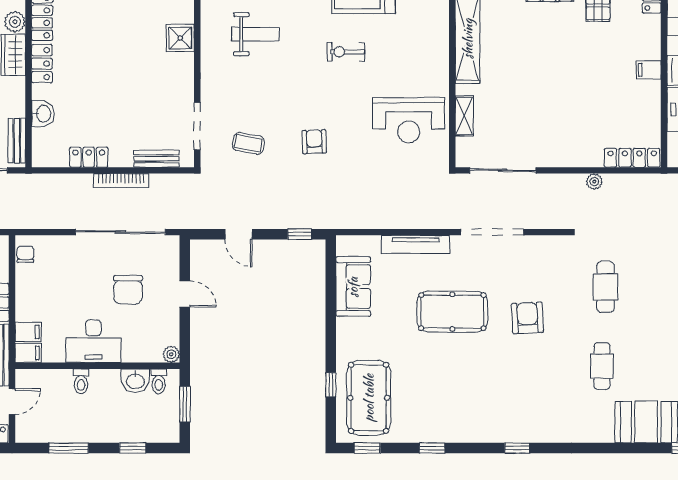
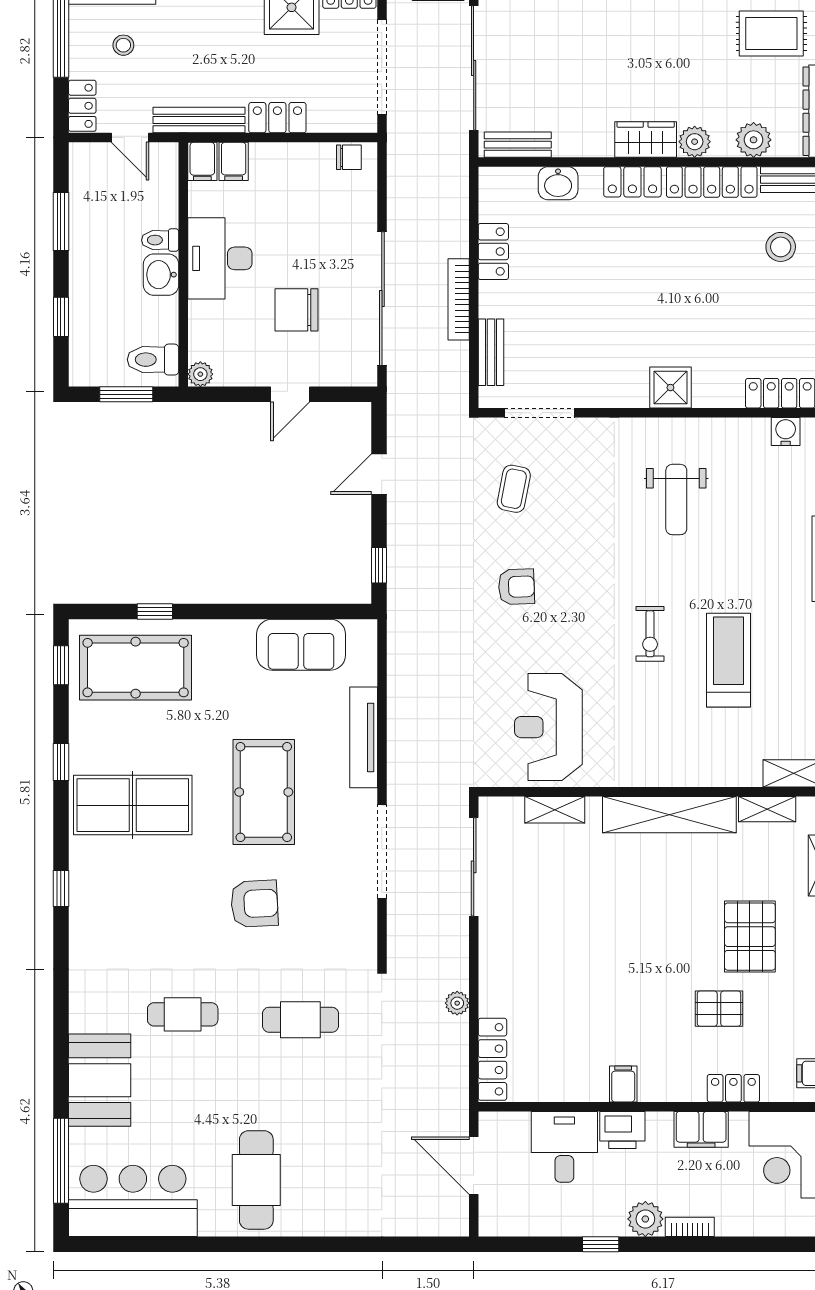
exercise bike: (346, 52) -> (650, 634), turned 180
washbasin: (135, 381) -> (161, 275), moved
toilet: (159, 381) -> (153, 360), width x1.37, depth x1.39
table tennis table: (461, 400) -> (133, 805), added

